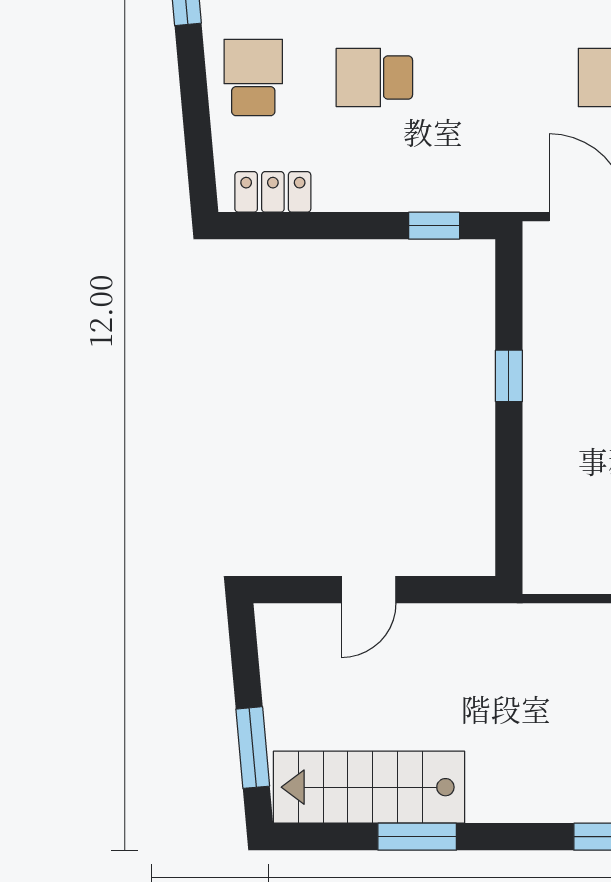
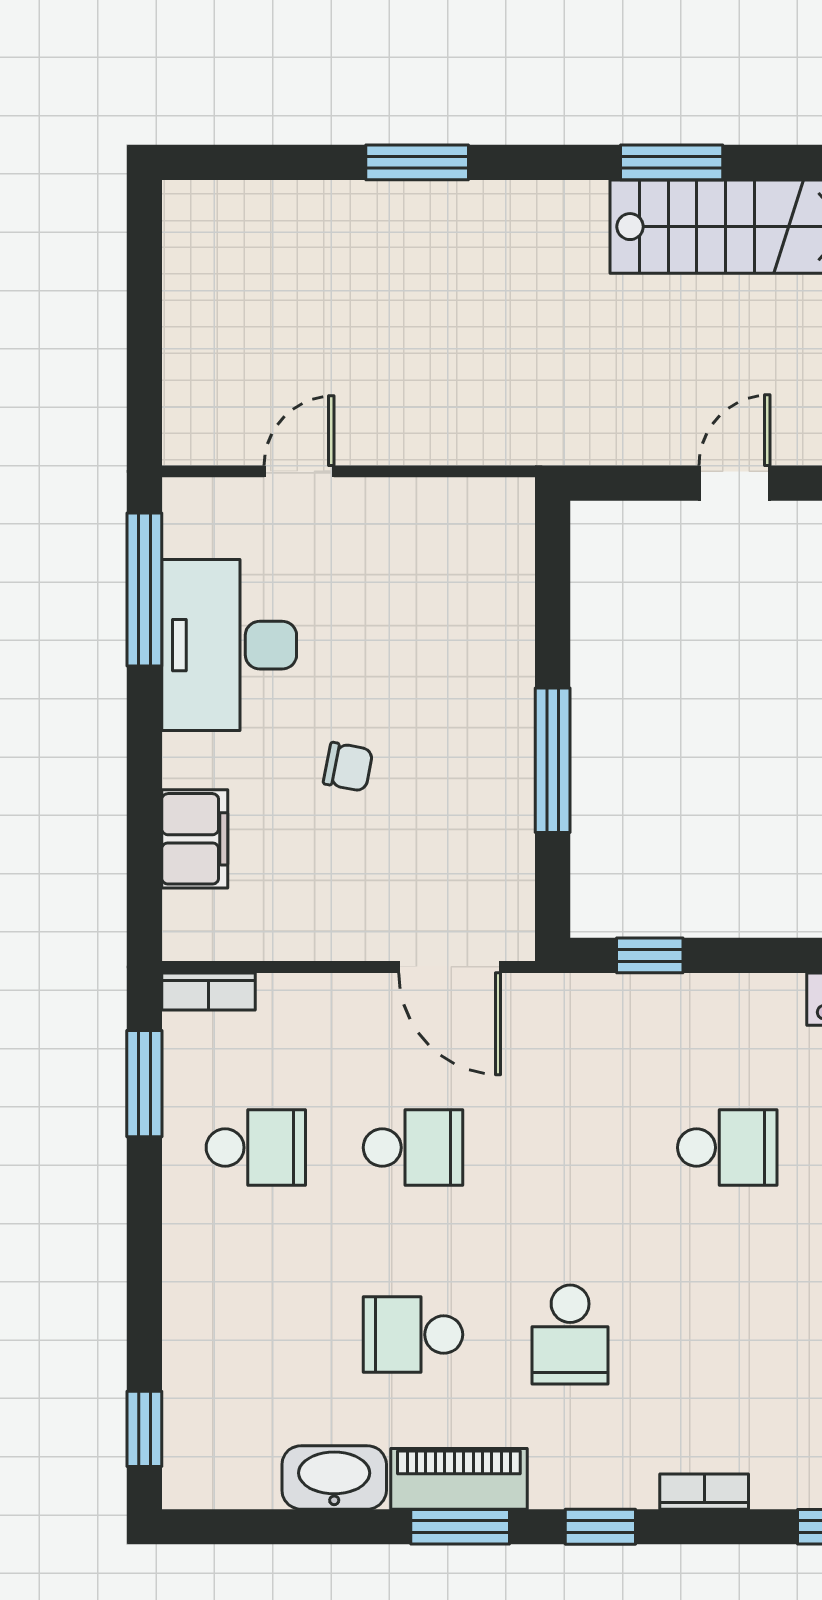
window: (509, 376) -> (553, 760), width x2.17

